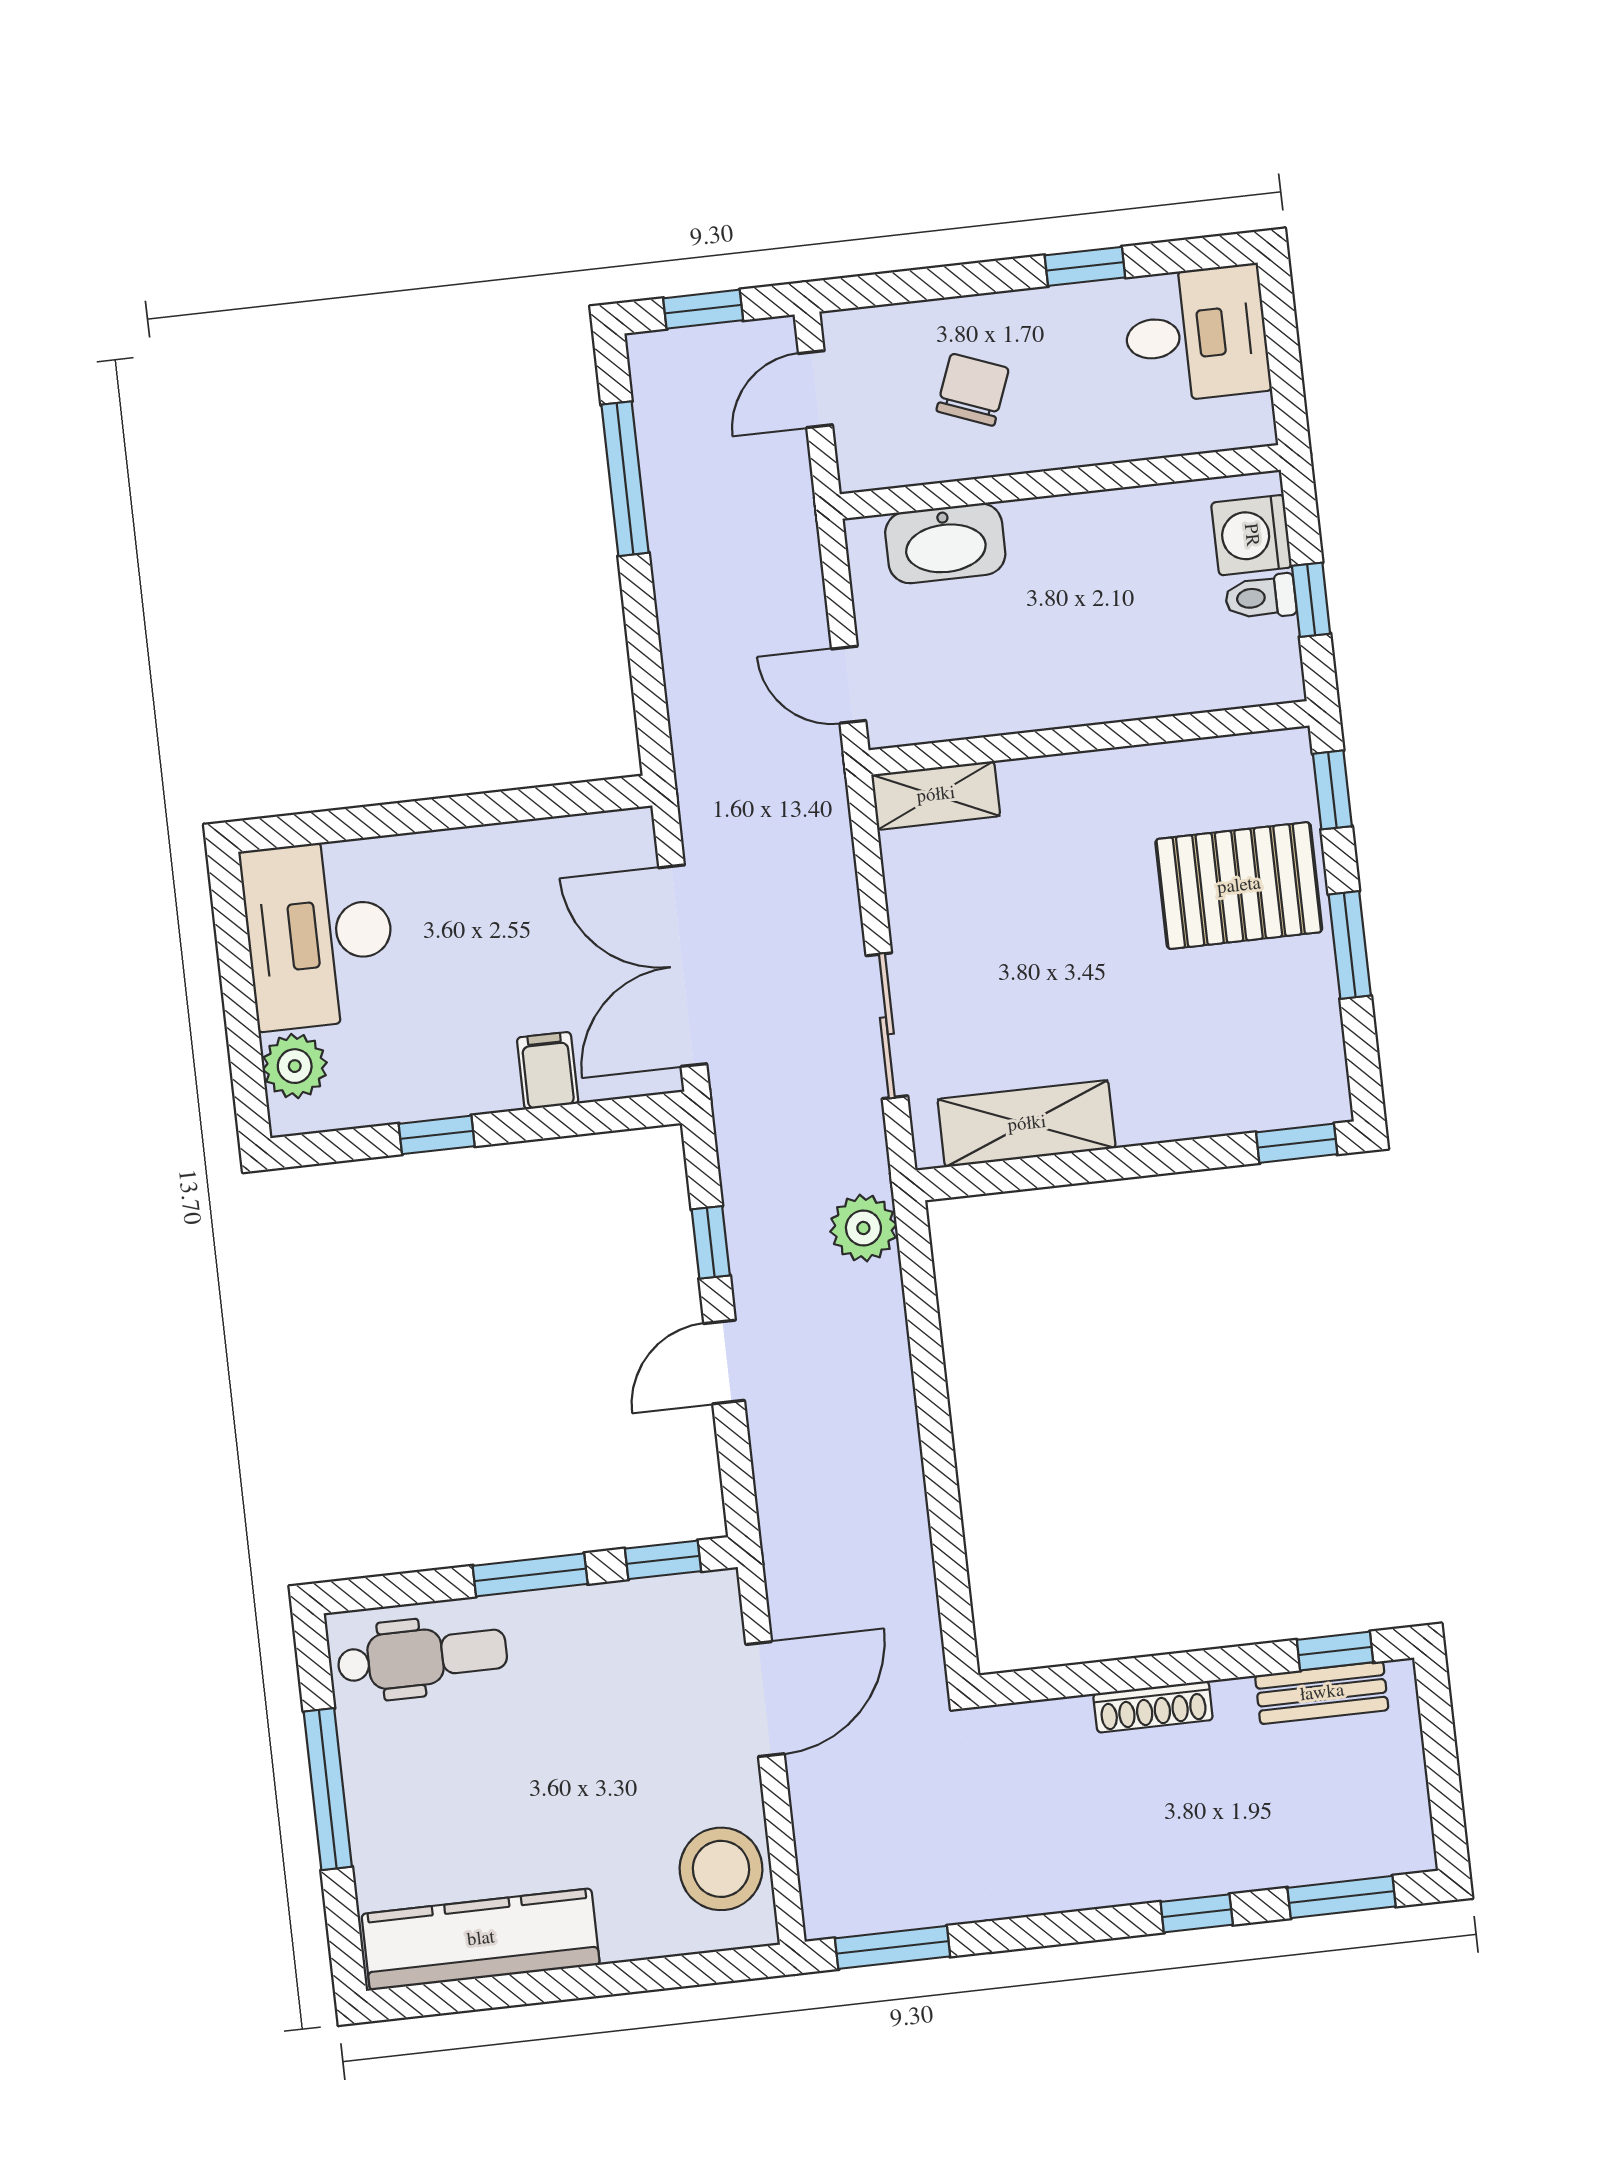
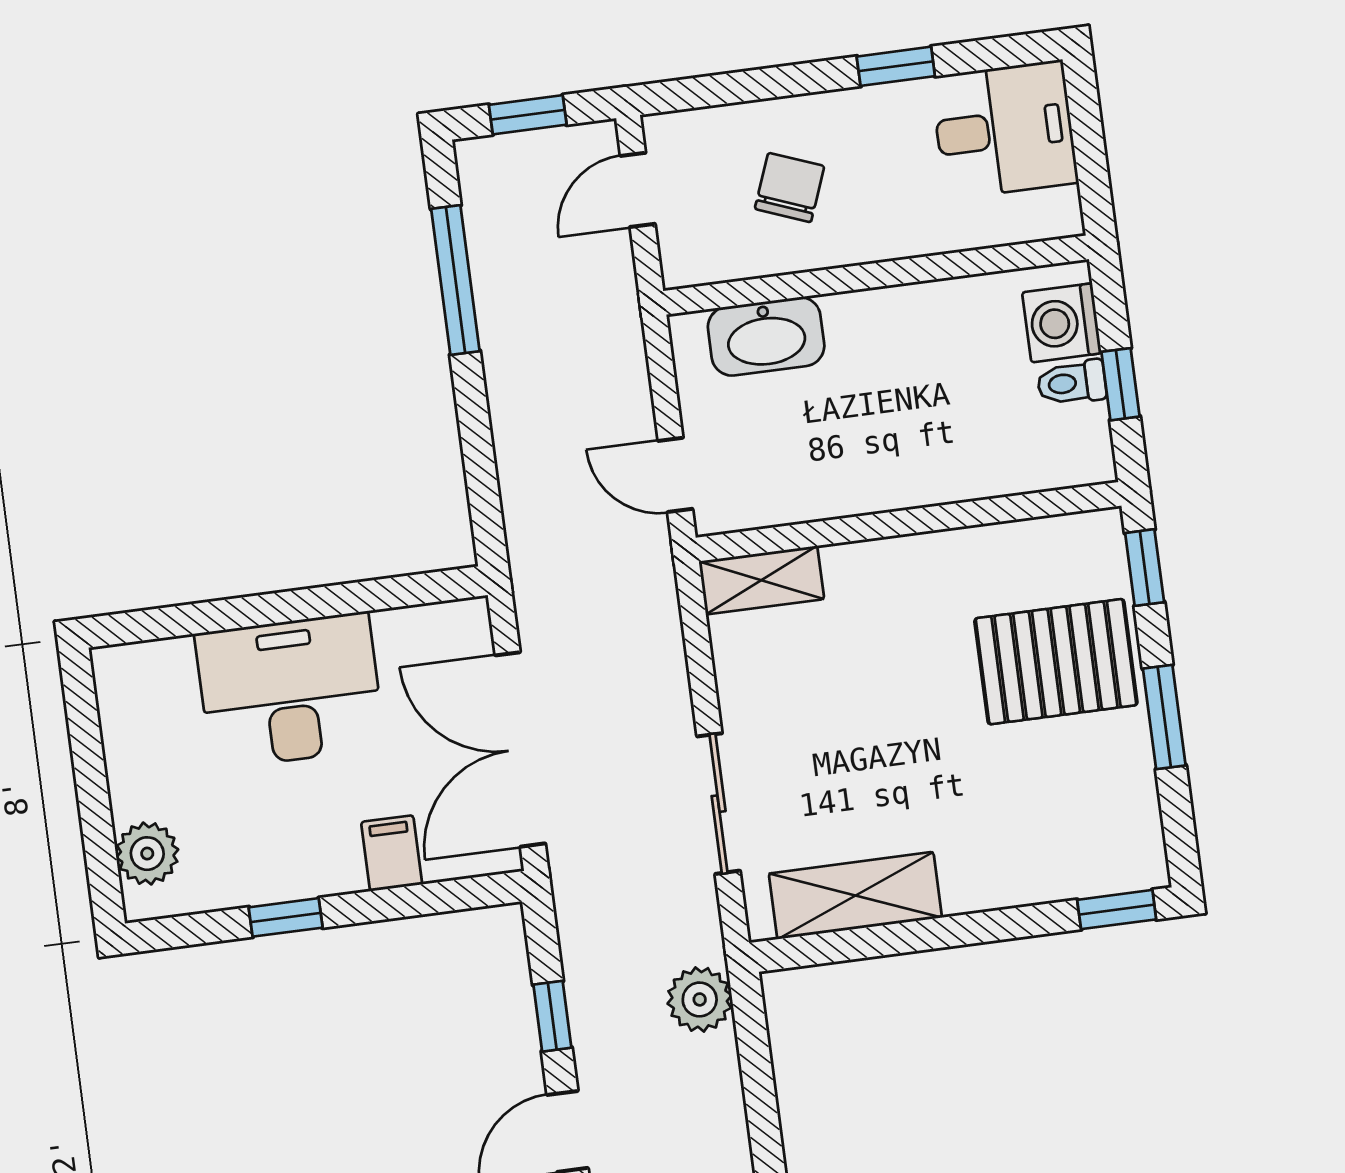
desk: (319, 934) -> (290, 691), moved, turned 90

